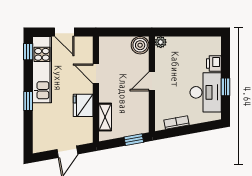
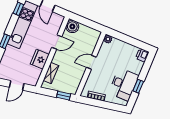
boiler: (140, 45) -> (72, 26), moved
printer: (214, 64) -> (142, 55), moved
door: (96, 74) -> (57, 42), swing flipped

